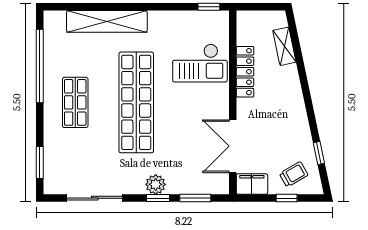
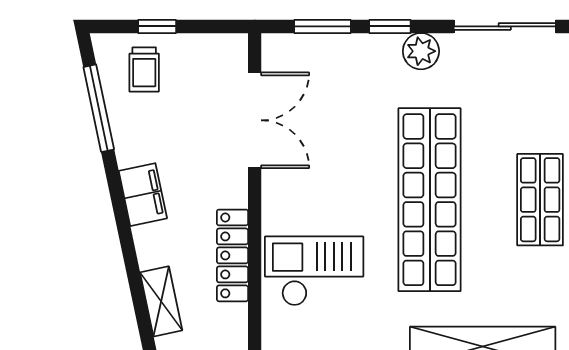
window: (319, 153) -> (99, 108), width x2.17
trolley: (294, 174) -> (144, 70), turned -60
plant: (156, 184) -> (421, 51), moved
filing cabinet: (252, 184) -> (143, 195), moved, turned -102

